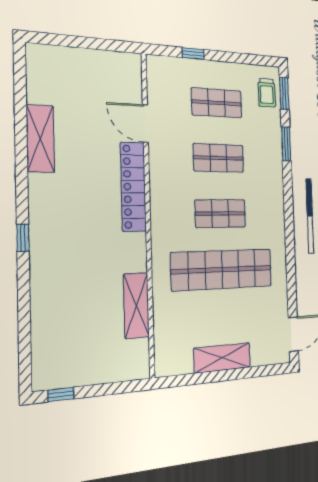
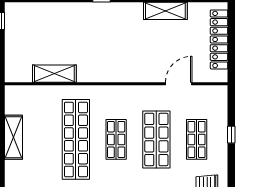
window: (193, 54) -> (231, 135), moved
shop shelf: (219, 158) -> (156, 139), width x1.43, depth x1.36
locker: (133, 187) -> (219, 39), moved, turned -90

